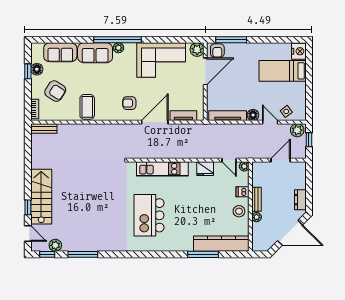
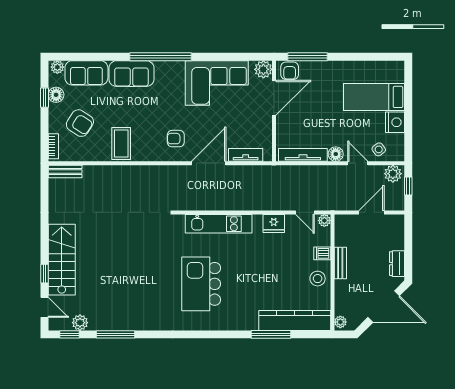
plant: (118, 48) -> (57, 67), moved
nightstand: (299, 51) -> (395, 122), moved
plant: (257, 217) -> (340, 322), moved

